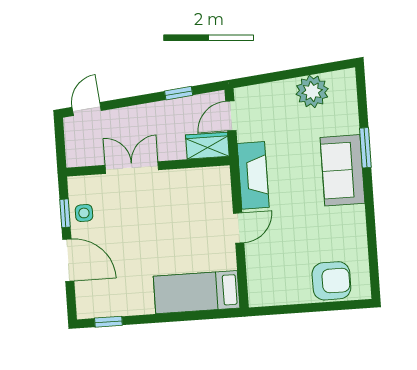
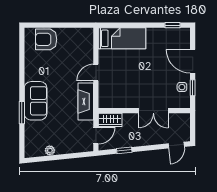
plant: (312, 91) -> (50, 150), width x0.53, depth x0.53

